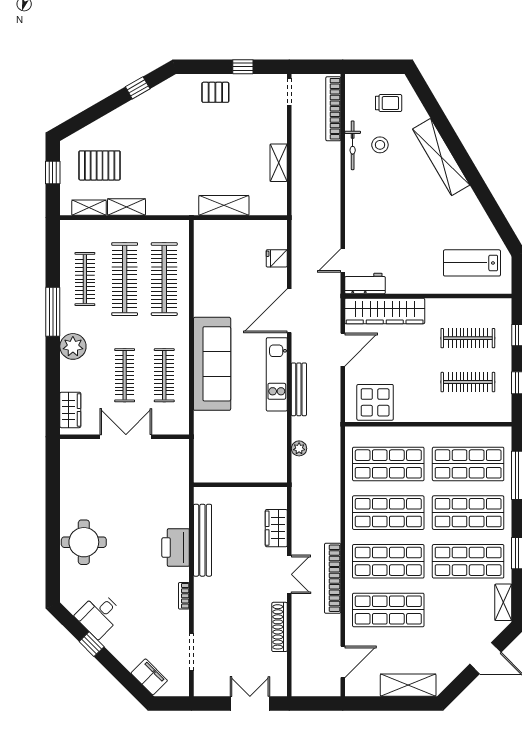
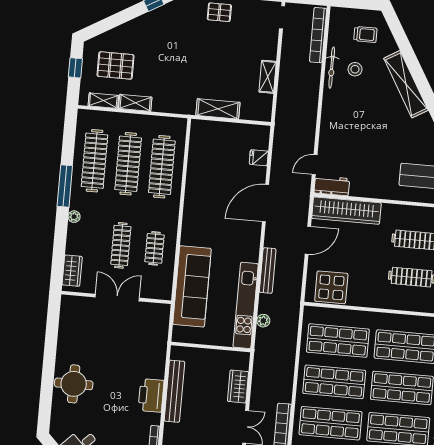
clothes rail: (85, 279) -> (95, 161), width x1.37, depth x1.31
plant: (73, 346) -> (74, 217), width x0.53, depth x0.53
sofa: (212, 364) -> (192, 286), moved
kitchen unit: (277, 374) -> (246, 305), moved, width x1.36
clothes rail: (164, 375) -> (155, 248), width x0.73

